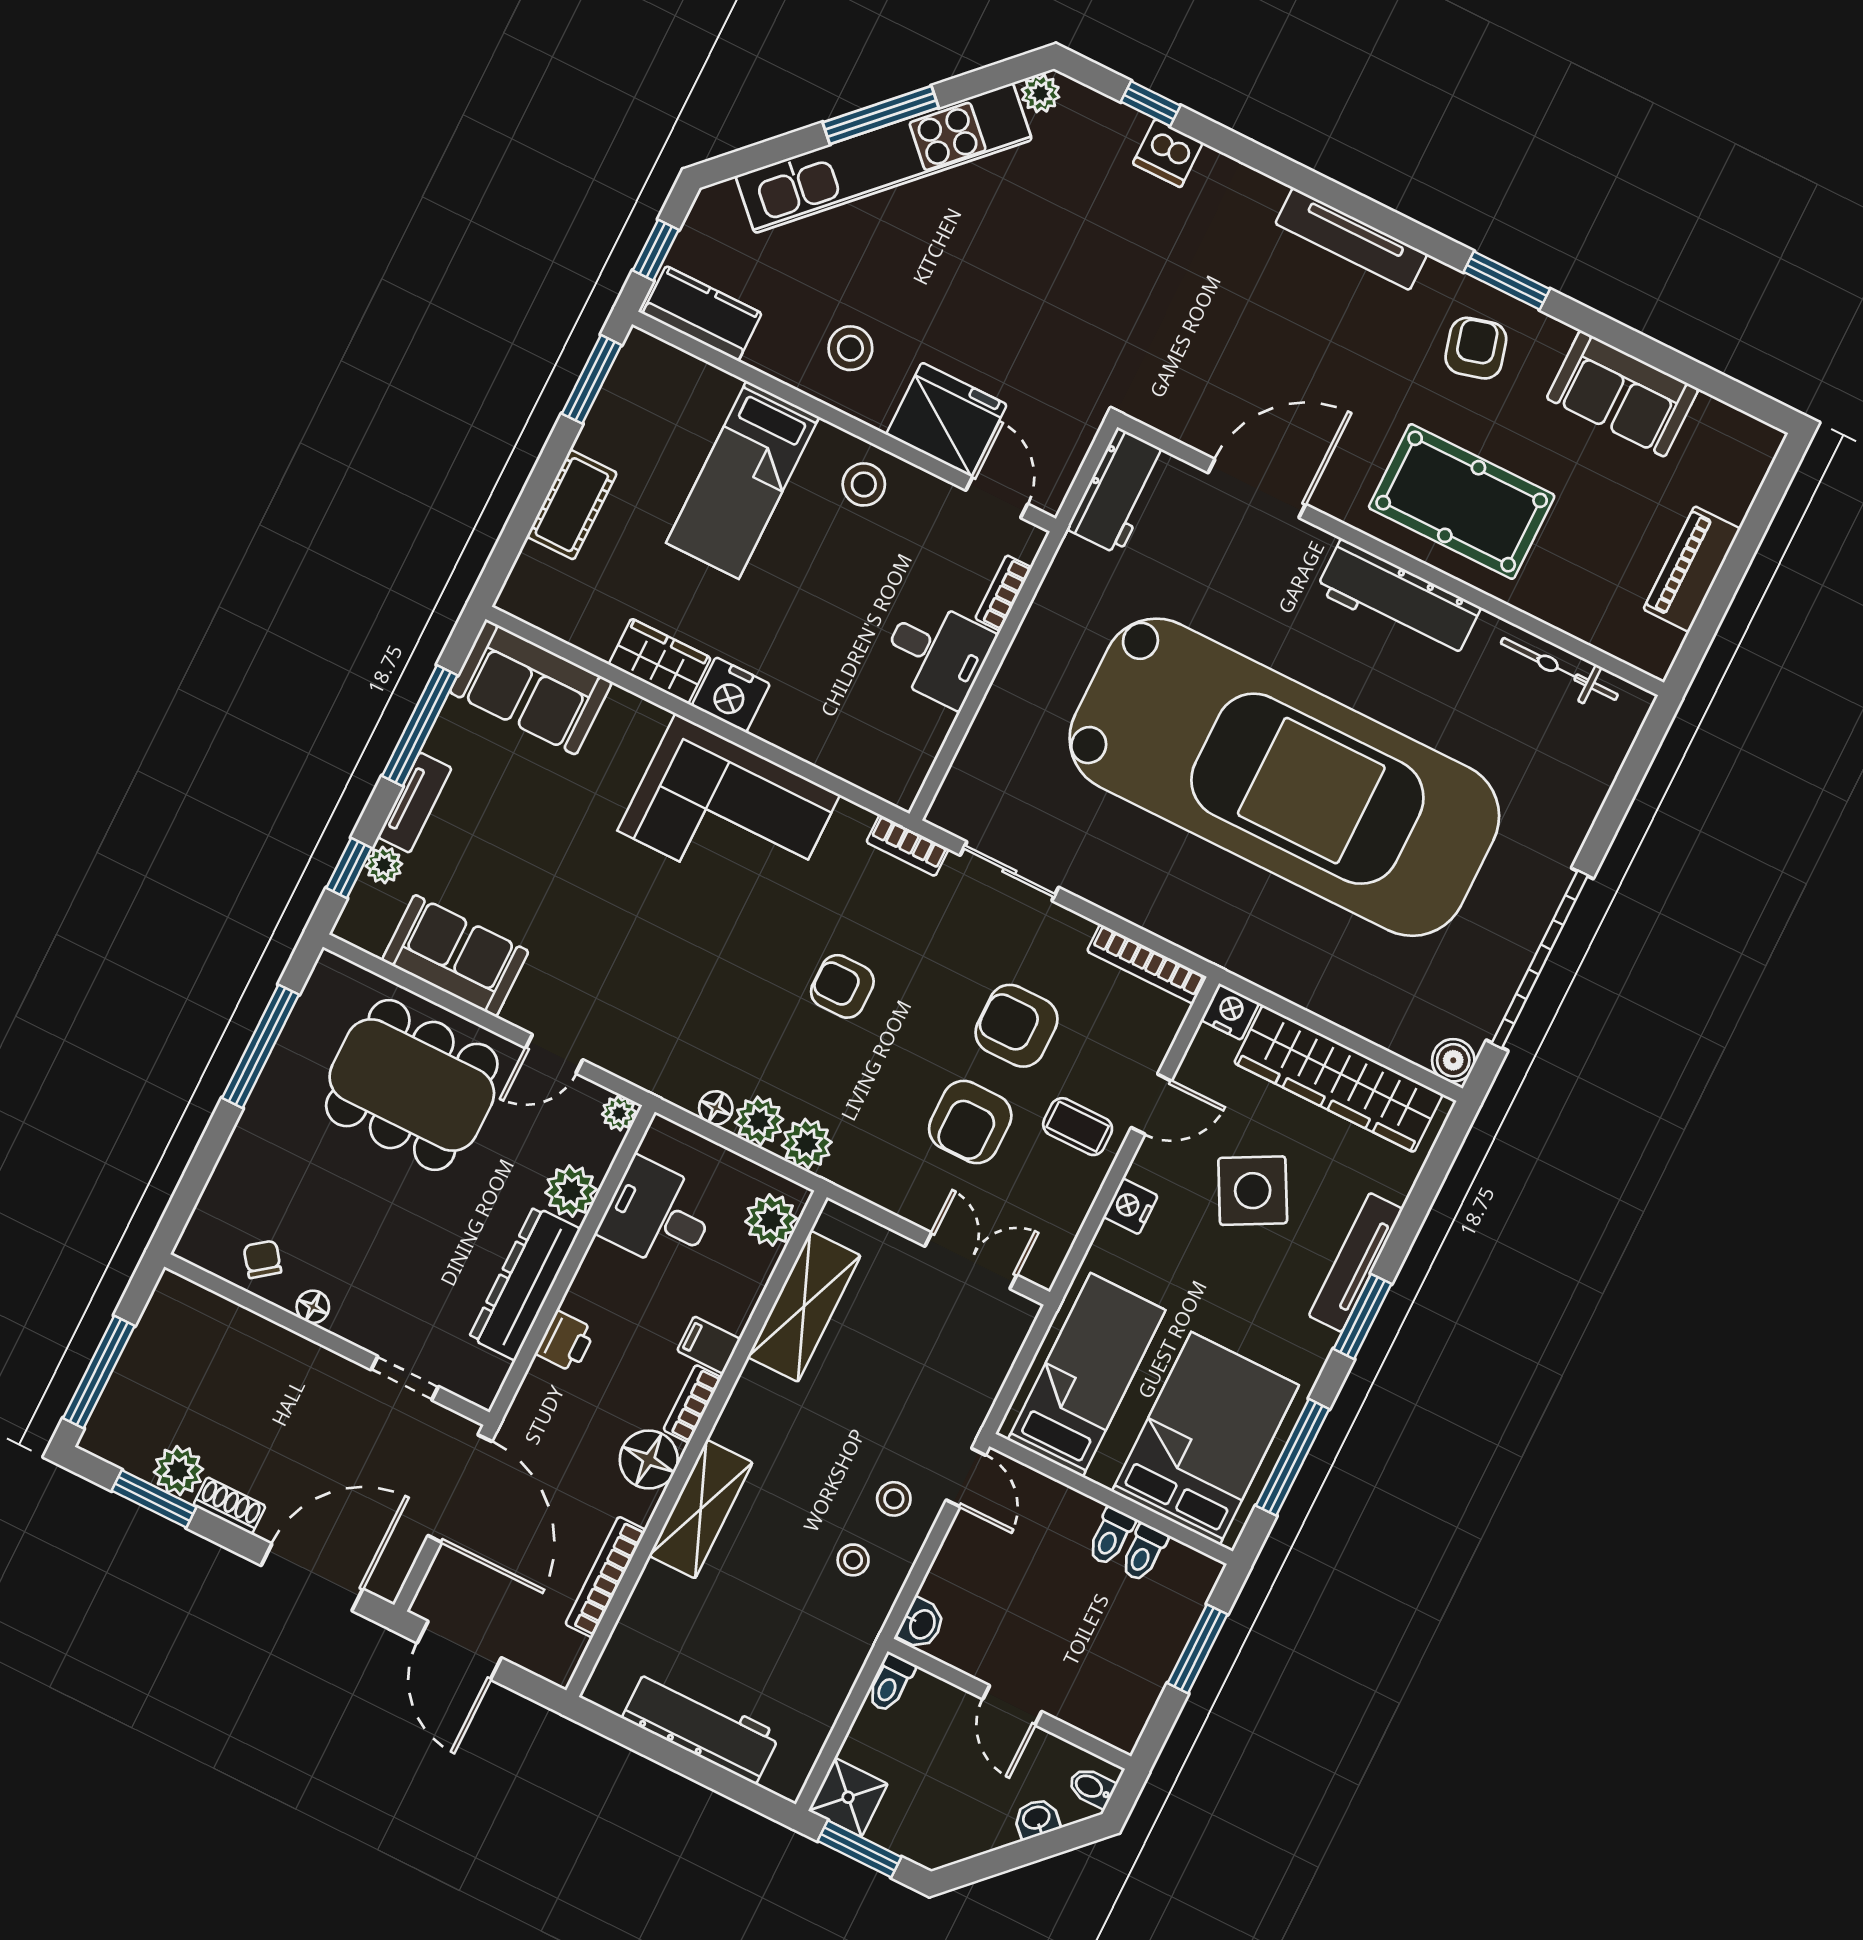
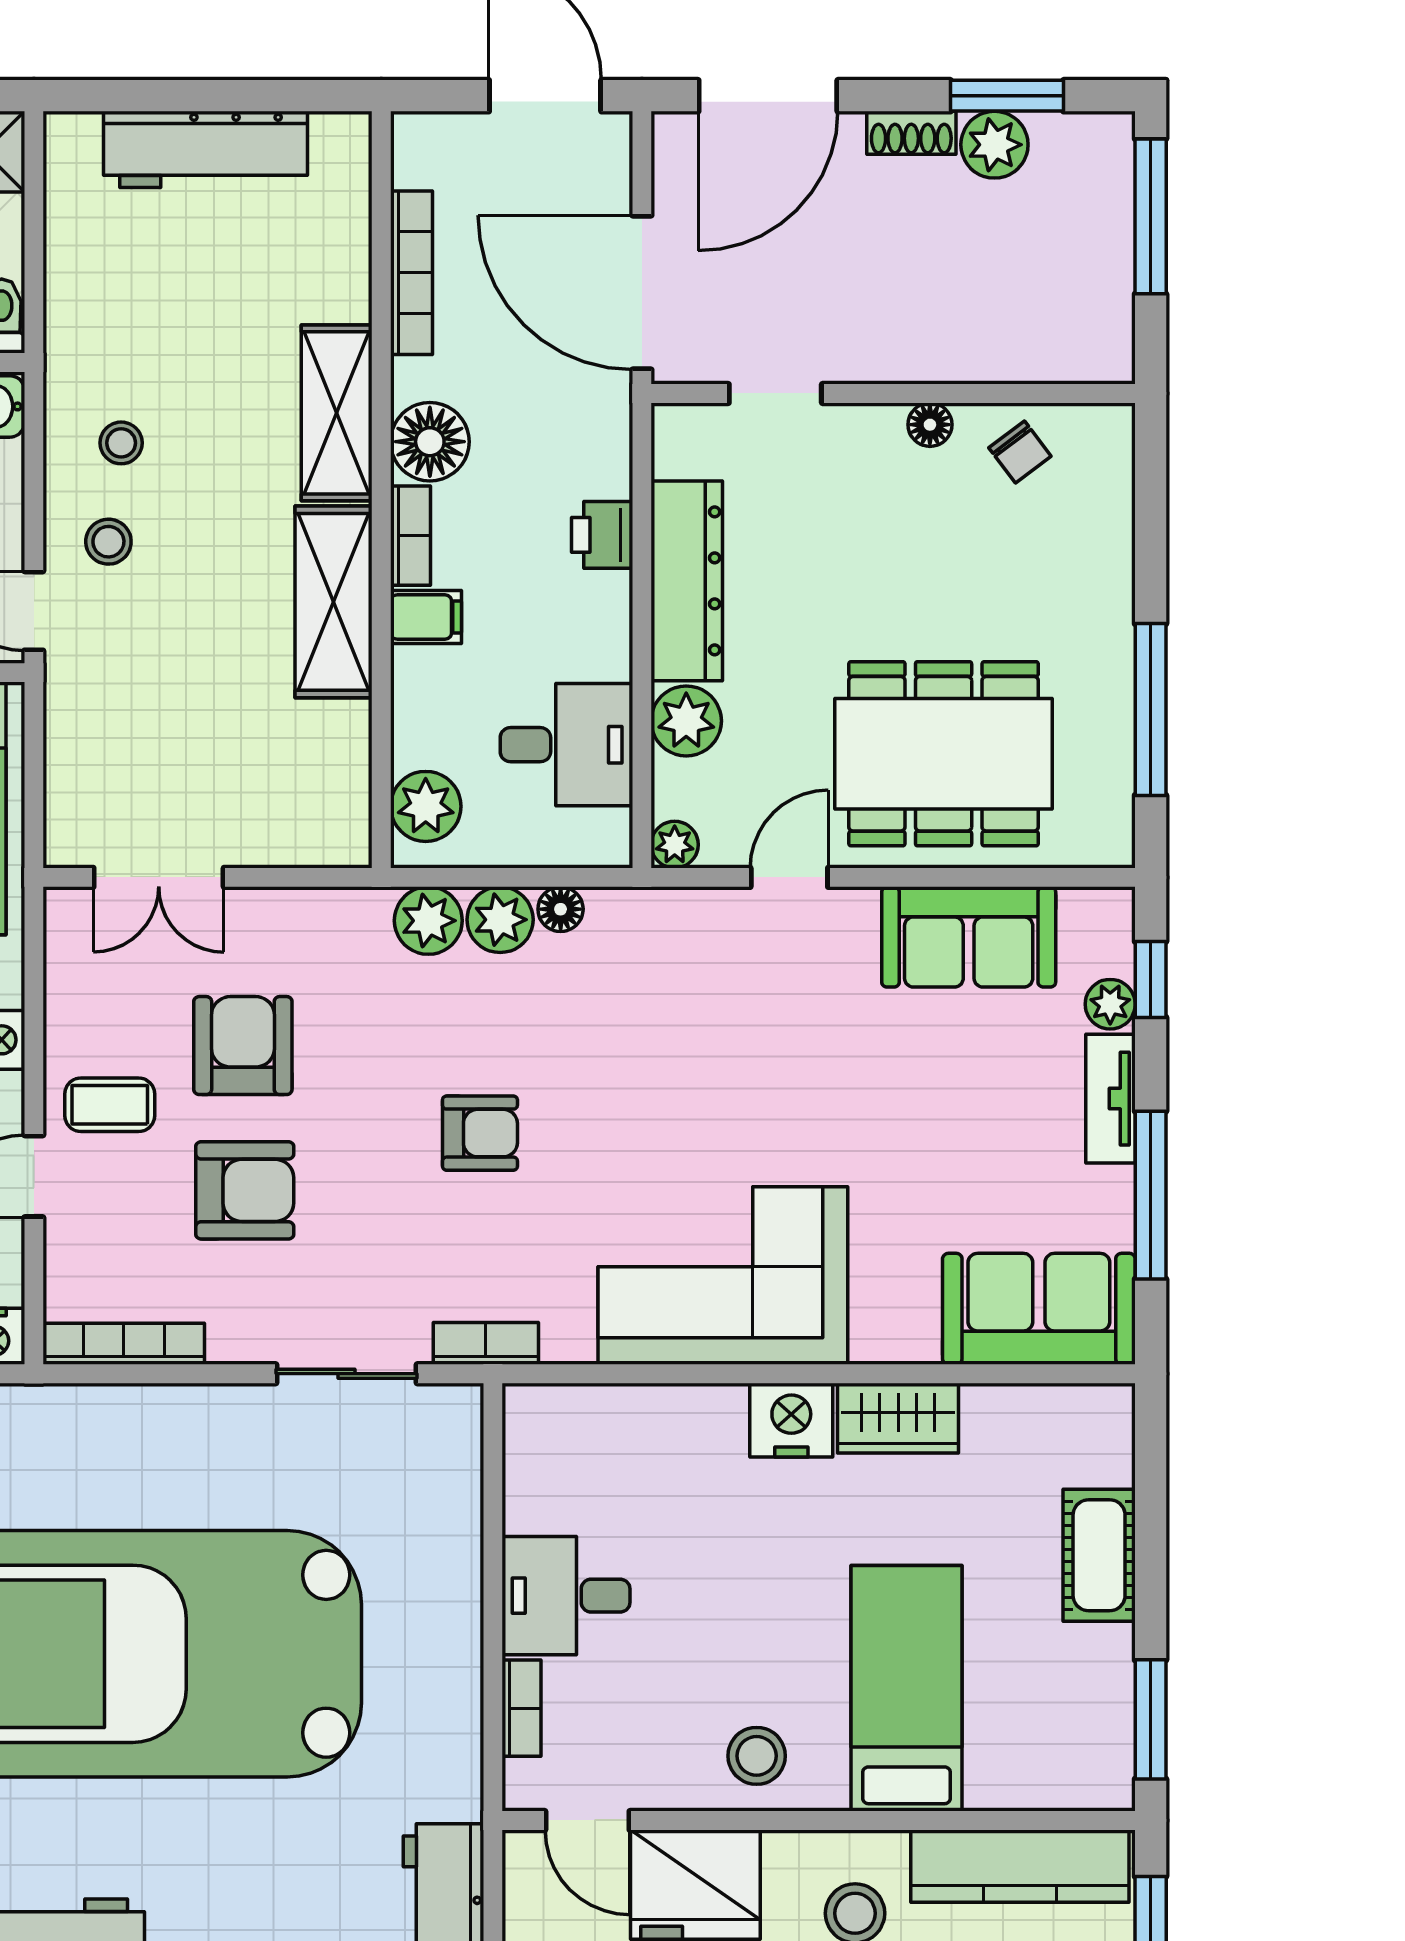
kitchen counter: (702, 313) -> (1020, 1866), width x1.50
shelving: (804, 1306) -> (334, 602), moved

